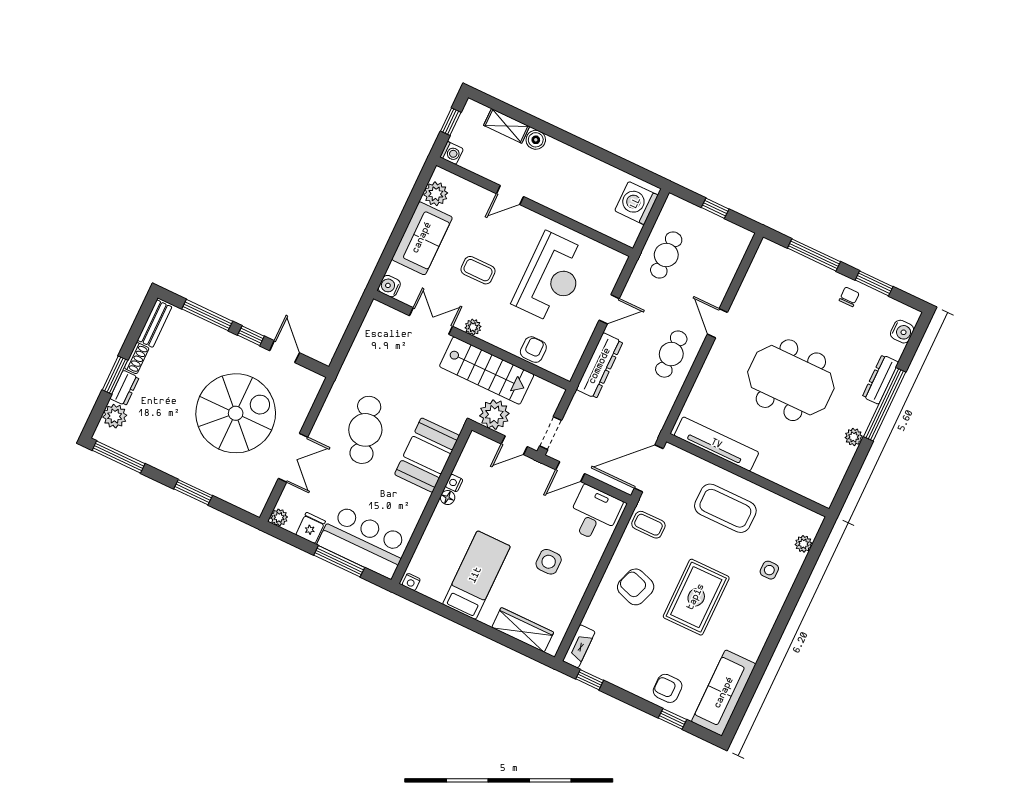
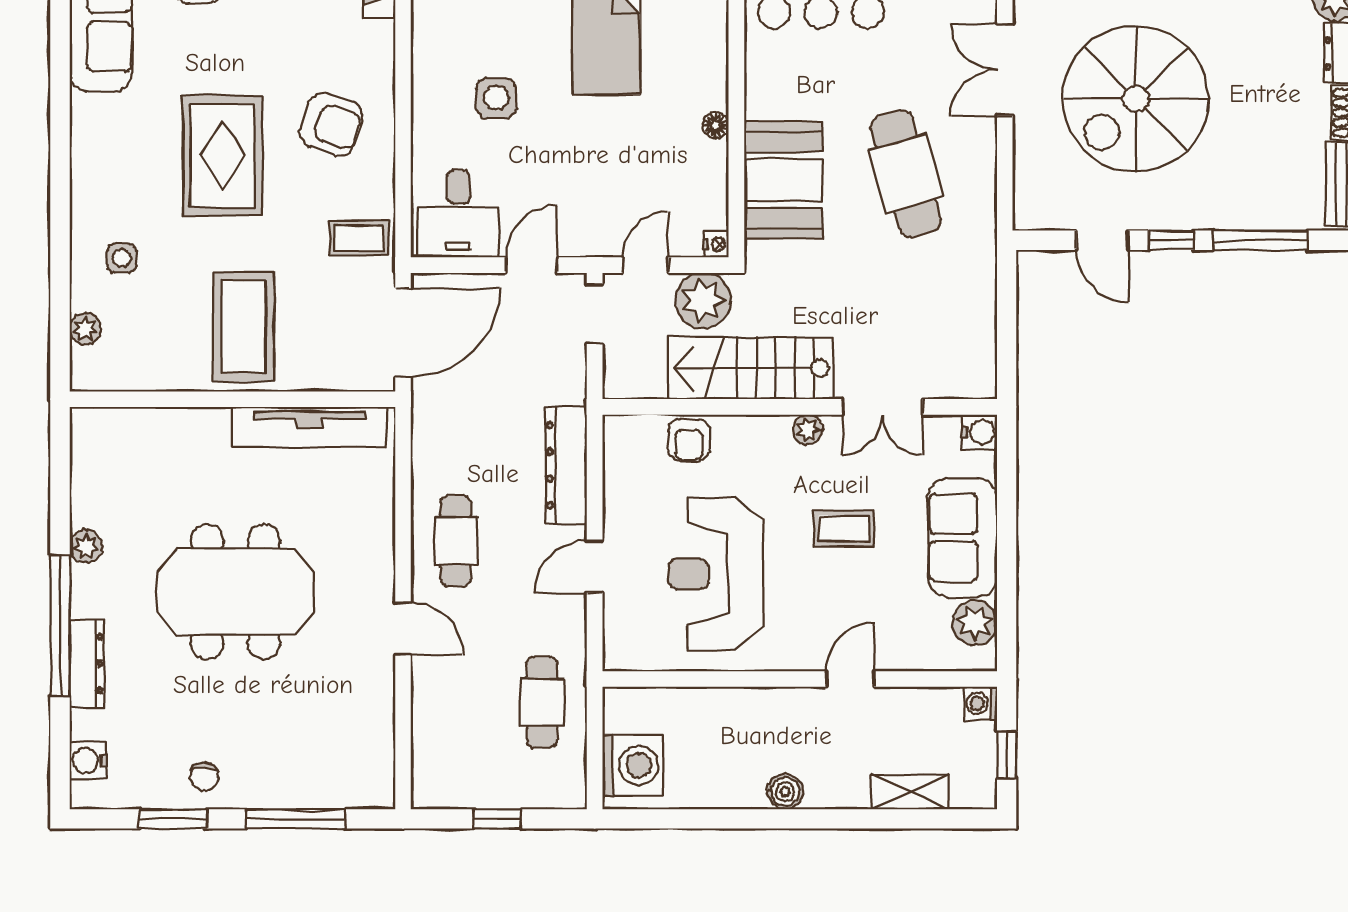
boiler: (536, 140) -> (785, 792), moved
nightstand: (454, 483) -> (716, 244), moved
coffee table: (725, 508) -> (244, 327), turned 90

